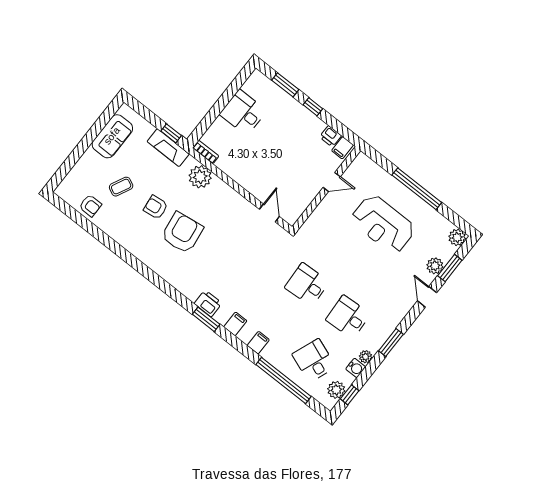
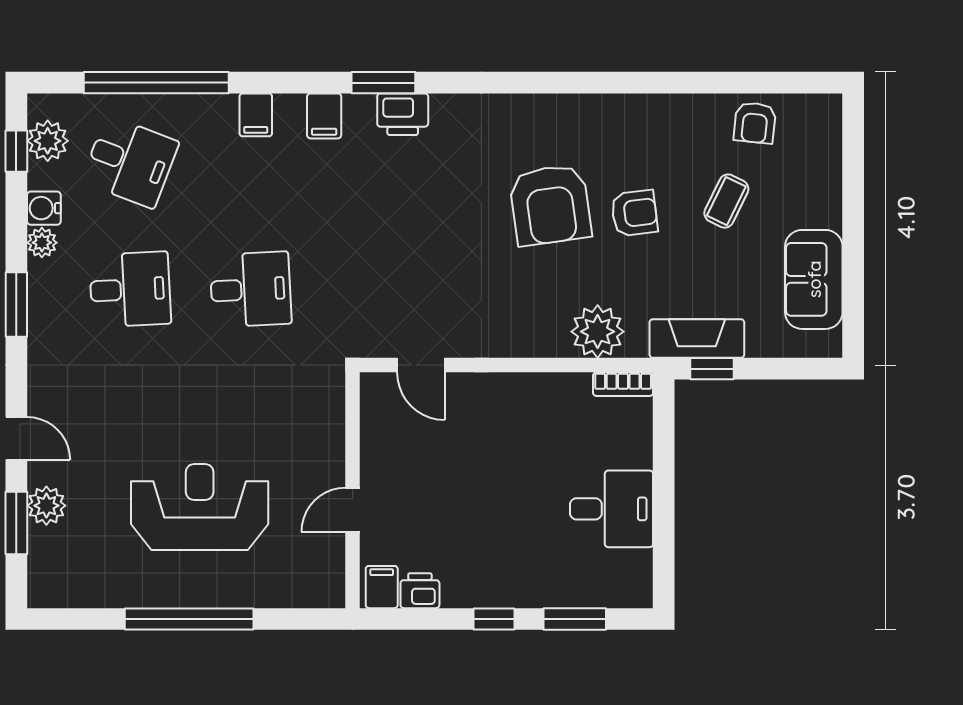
armchair: (90, 206) -> (755, 123), turned -84
plant: (457, 237) -> (47, 589), removed

